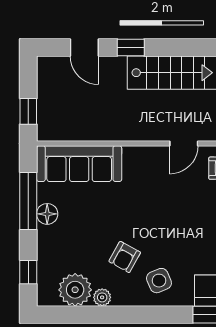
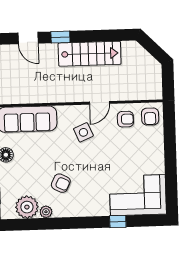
armchair: (125, 257) -> (61, 183), turned -93
side table: (159, 281) -> (83, 132), moved

